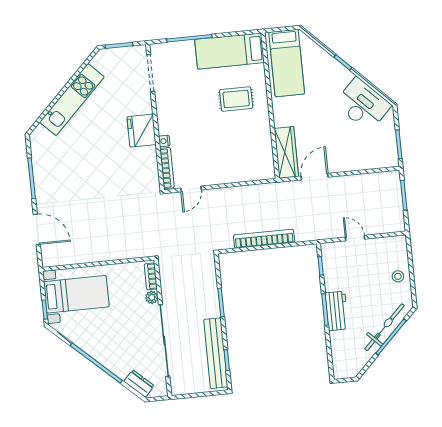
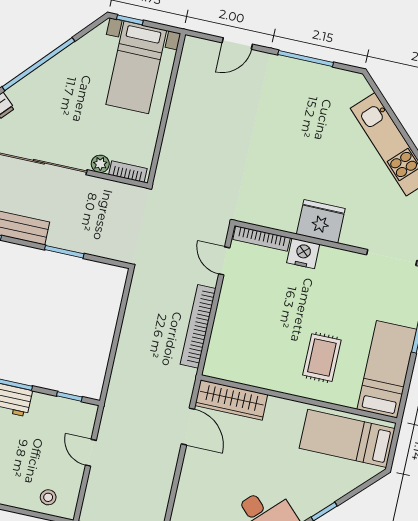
nightstand: (164, 141) -> (303, 253), width x1.89, depth x1.79
door: (37, 229) -> (237, 43), width x0.73
door: (355, 238) -> (91, 453), swing flipped
bookcase: (264, 239) -> (198, 326), moved, turned 180
stool: (398, 276) -> (48, 497), moved

